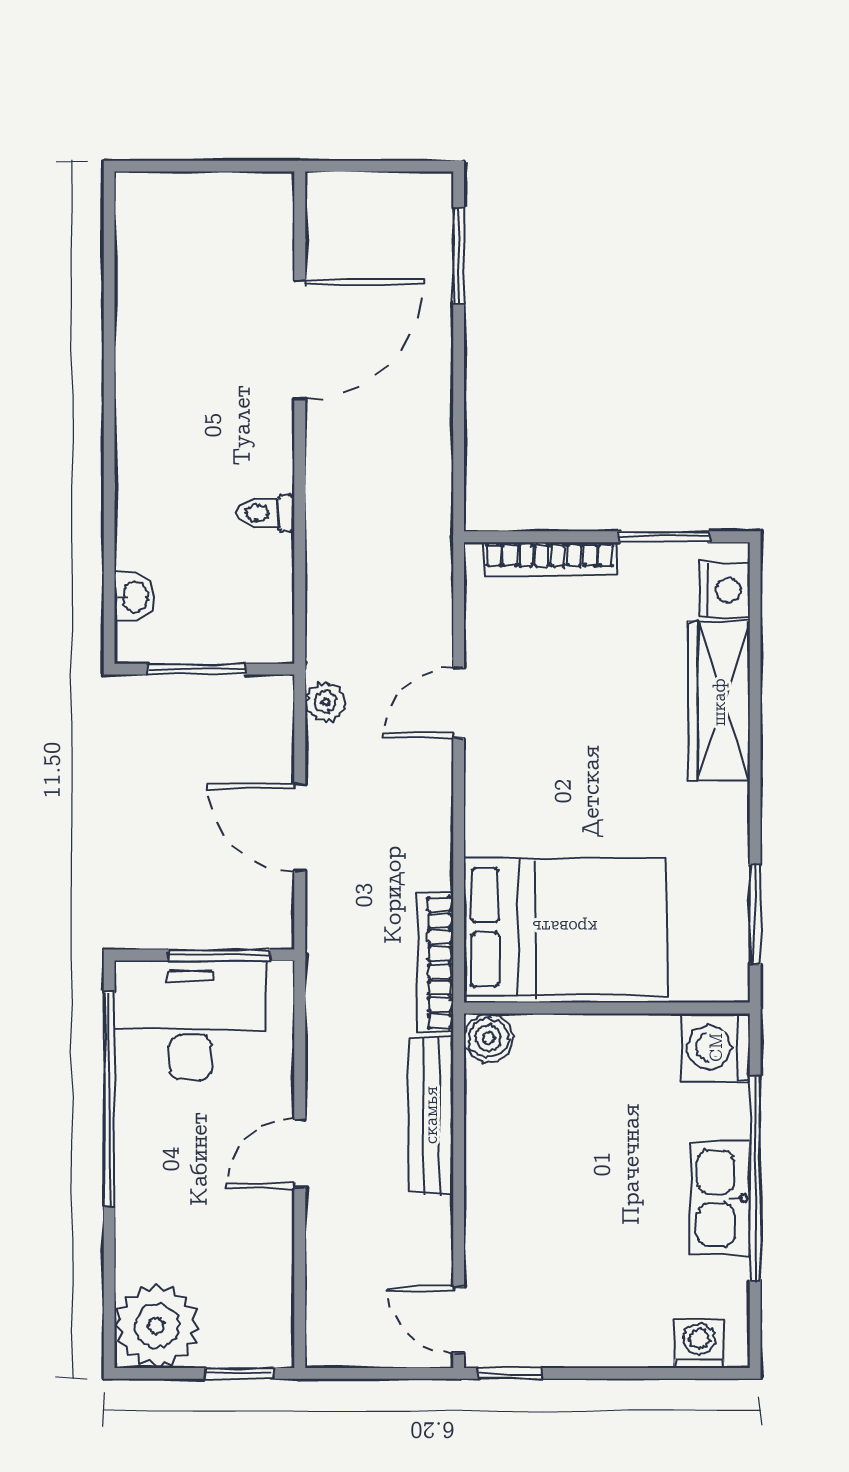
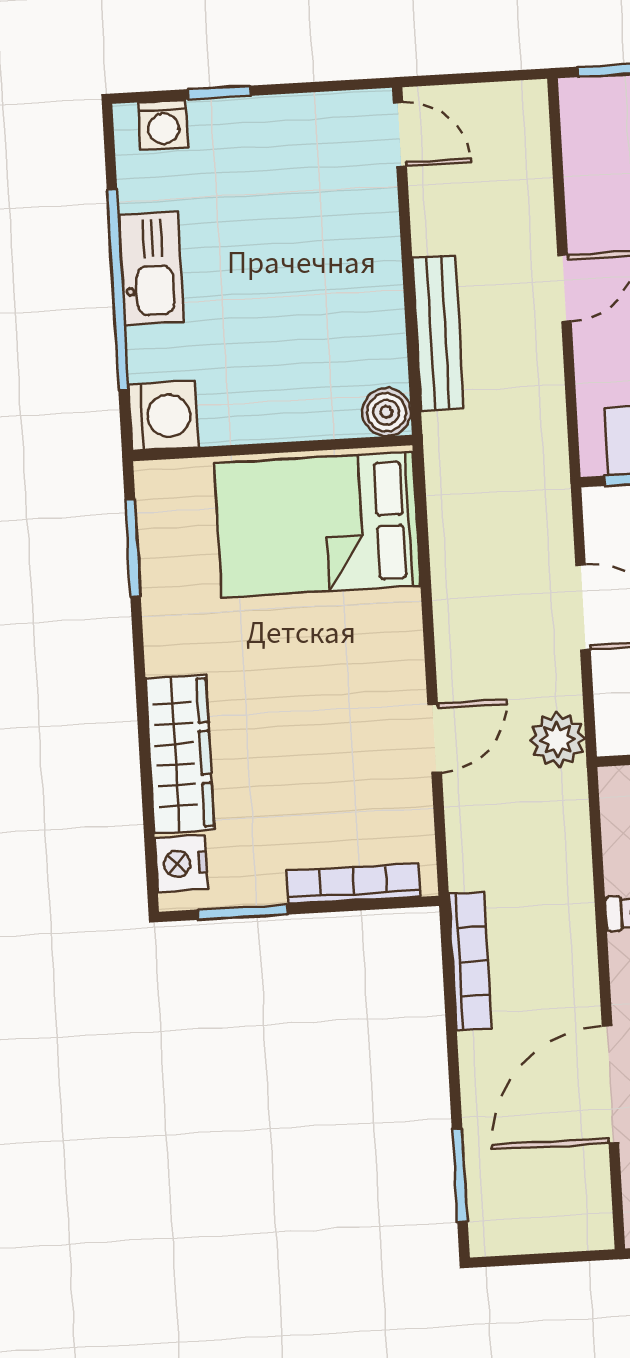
plant: (326, 702) -> (558, 739), width x1.38, depth x1.38
bookcase: (435, 963) -> (470, 961), moved
window: (510, 1373) -> (219, 93), moved

